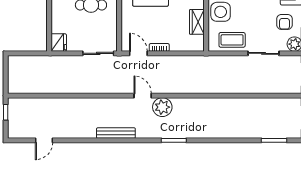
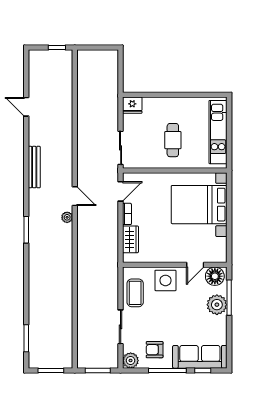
wardrobe: (197, 22) -> (130, 239), moved, turned 90
door: (143, 96) -> (75, 196), hinge flipped
plant: (162, 107) -> (67, 217), width x0.53, depth x0.53
door: (44, 140) -> (26, 107), moved

